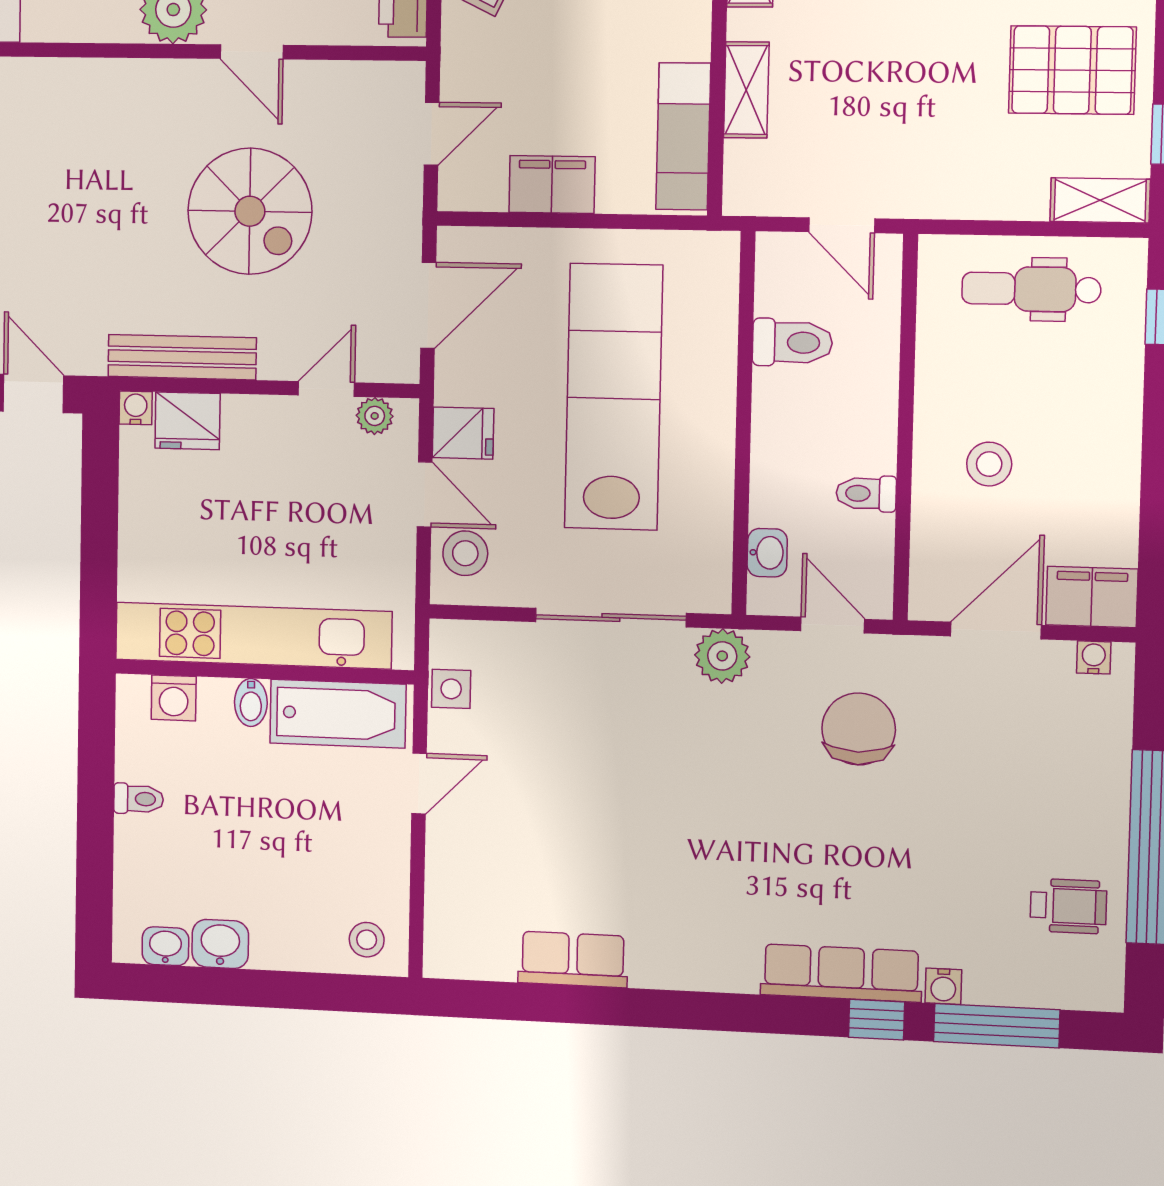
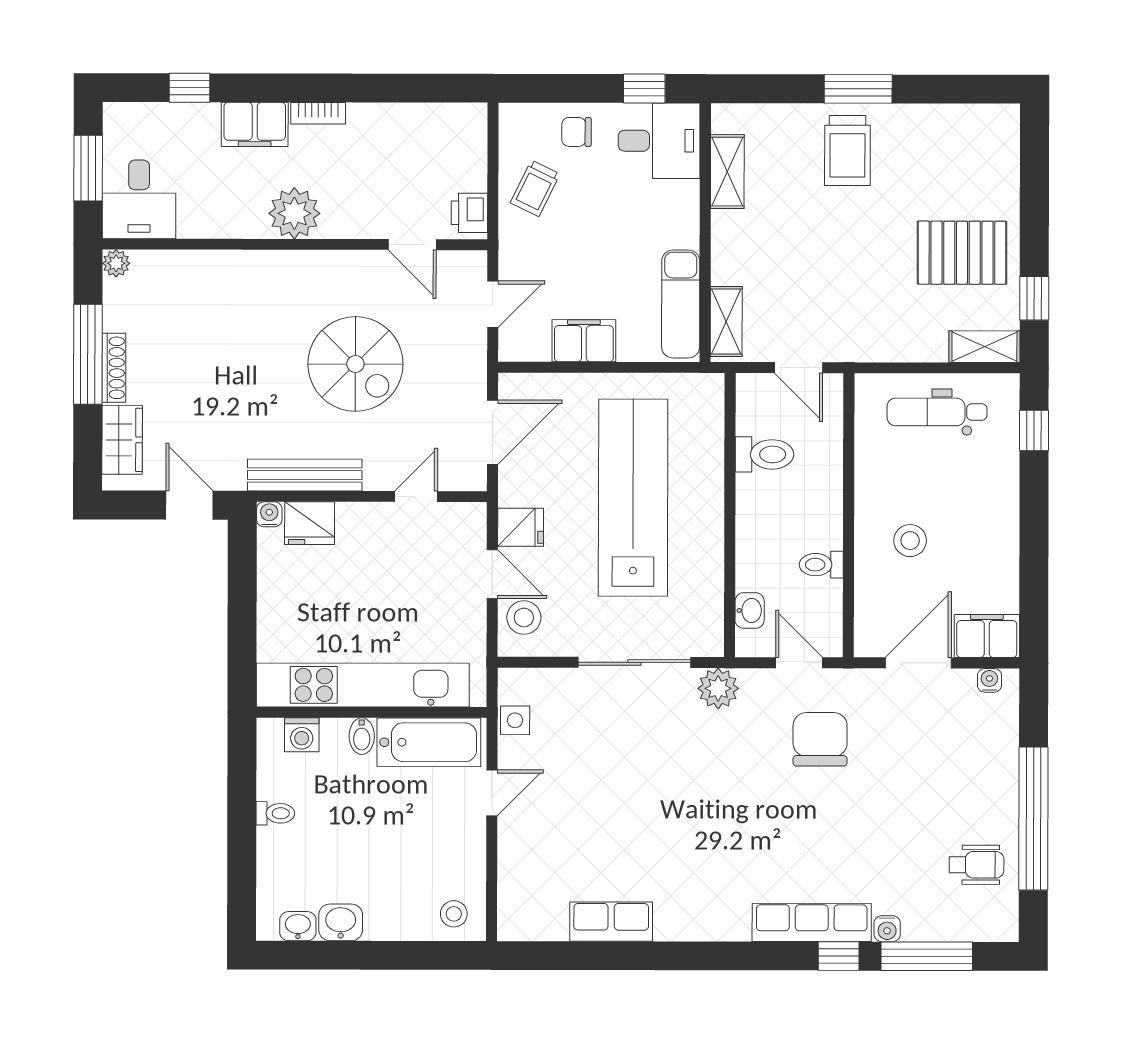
door: (252, 52) -> (412, 245), moved
shelving: (746, 90) -> (726, 322), moved
plant: (375, 416) -> (453, 516), removed

